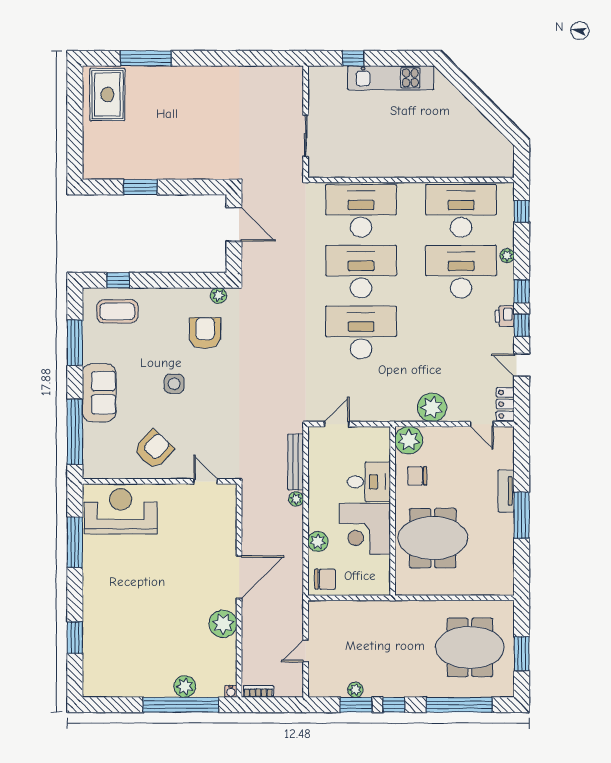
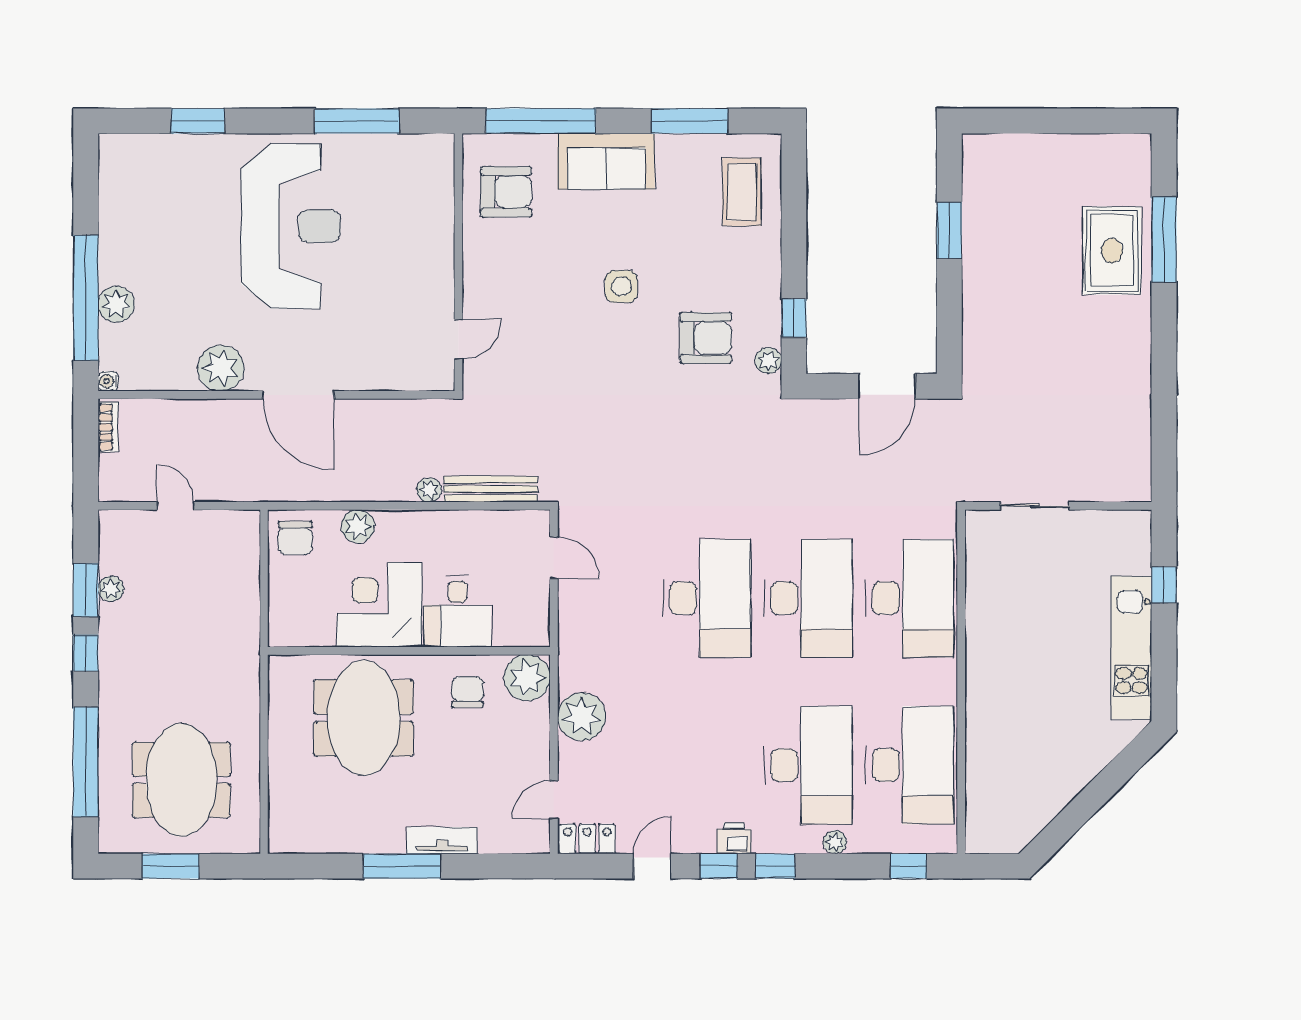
rug: (107, 95) -> (1112, 251), moved, turned 90
window: (118, 280) -> (794, 318), moved
armchair: (154, 449) -> (506, 192), moved, turned -43
reception desk: (121, 511) -> (291, 226), moved, width x1.36, depth x1.30

